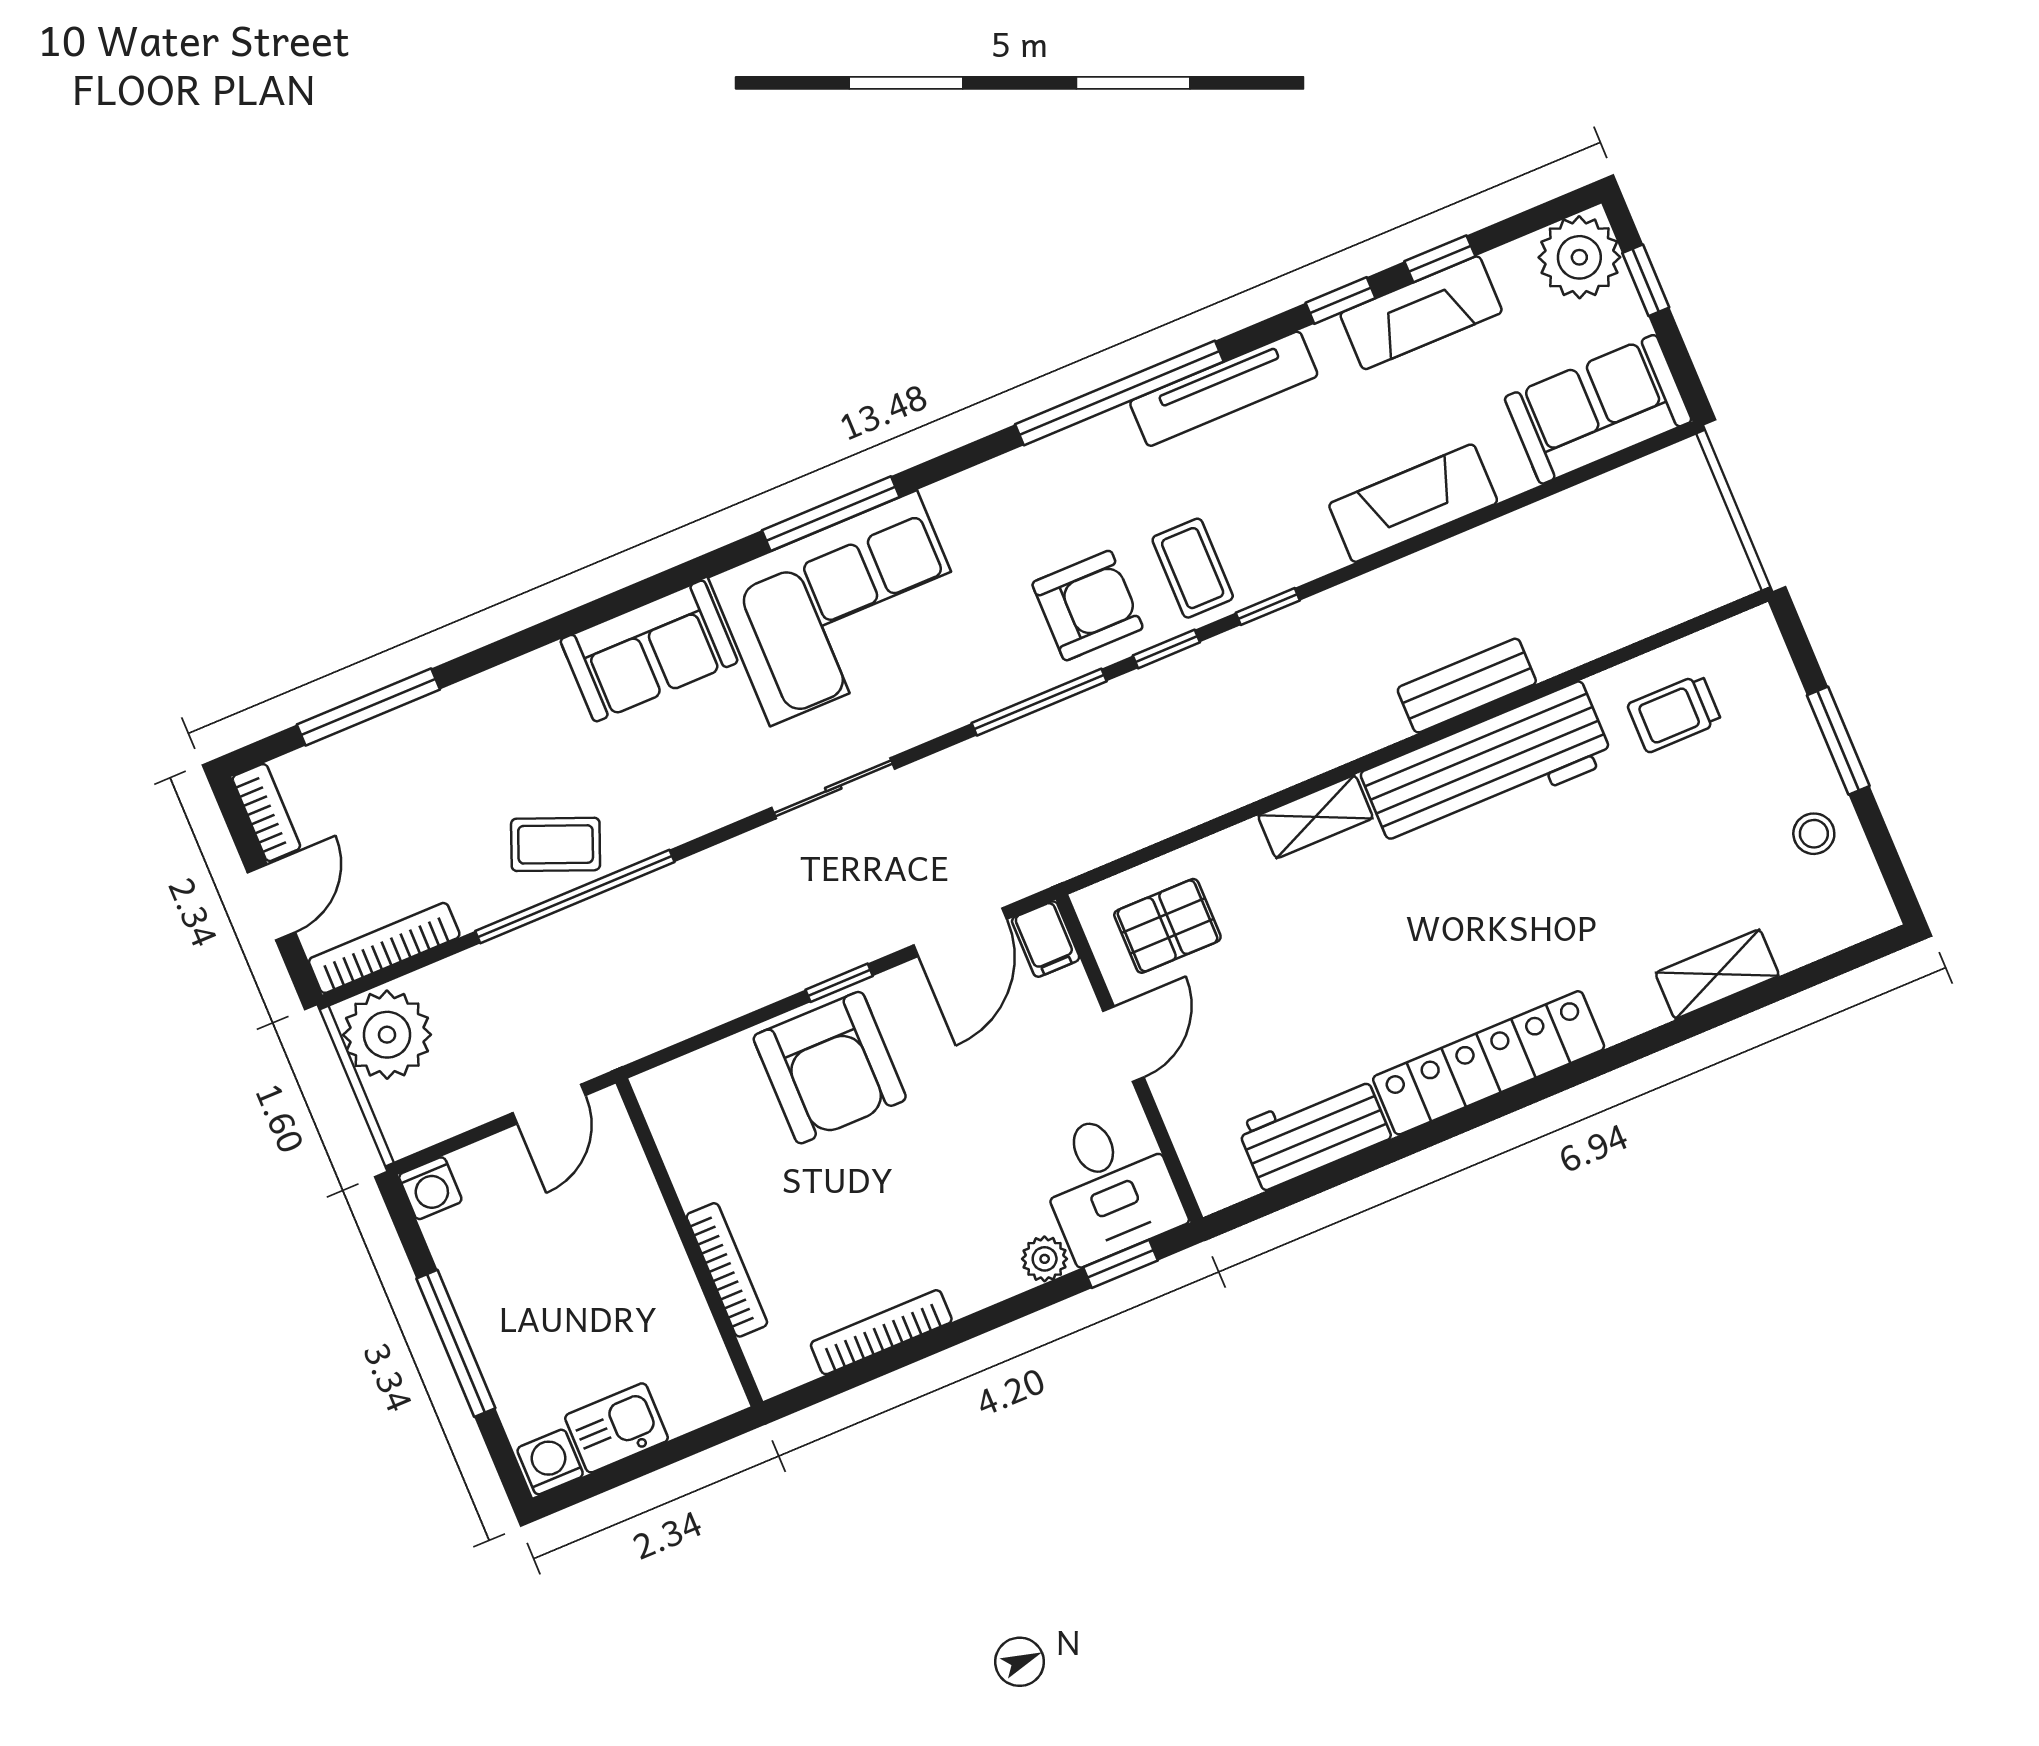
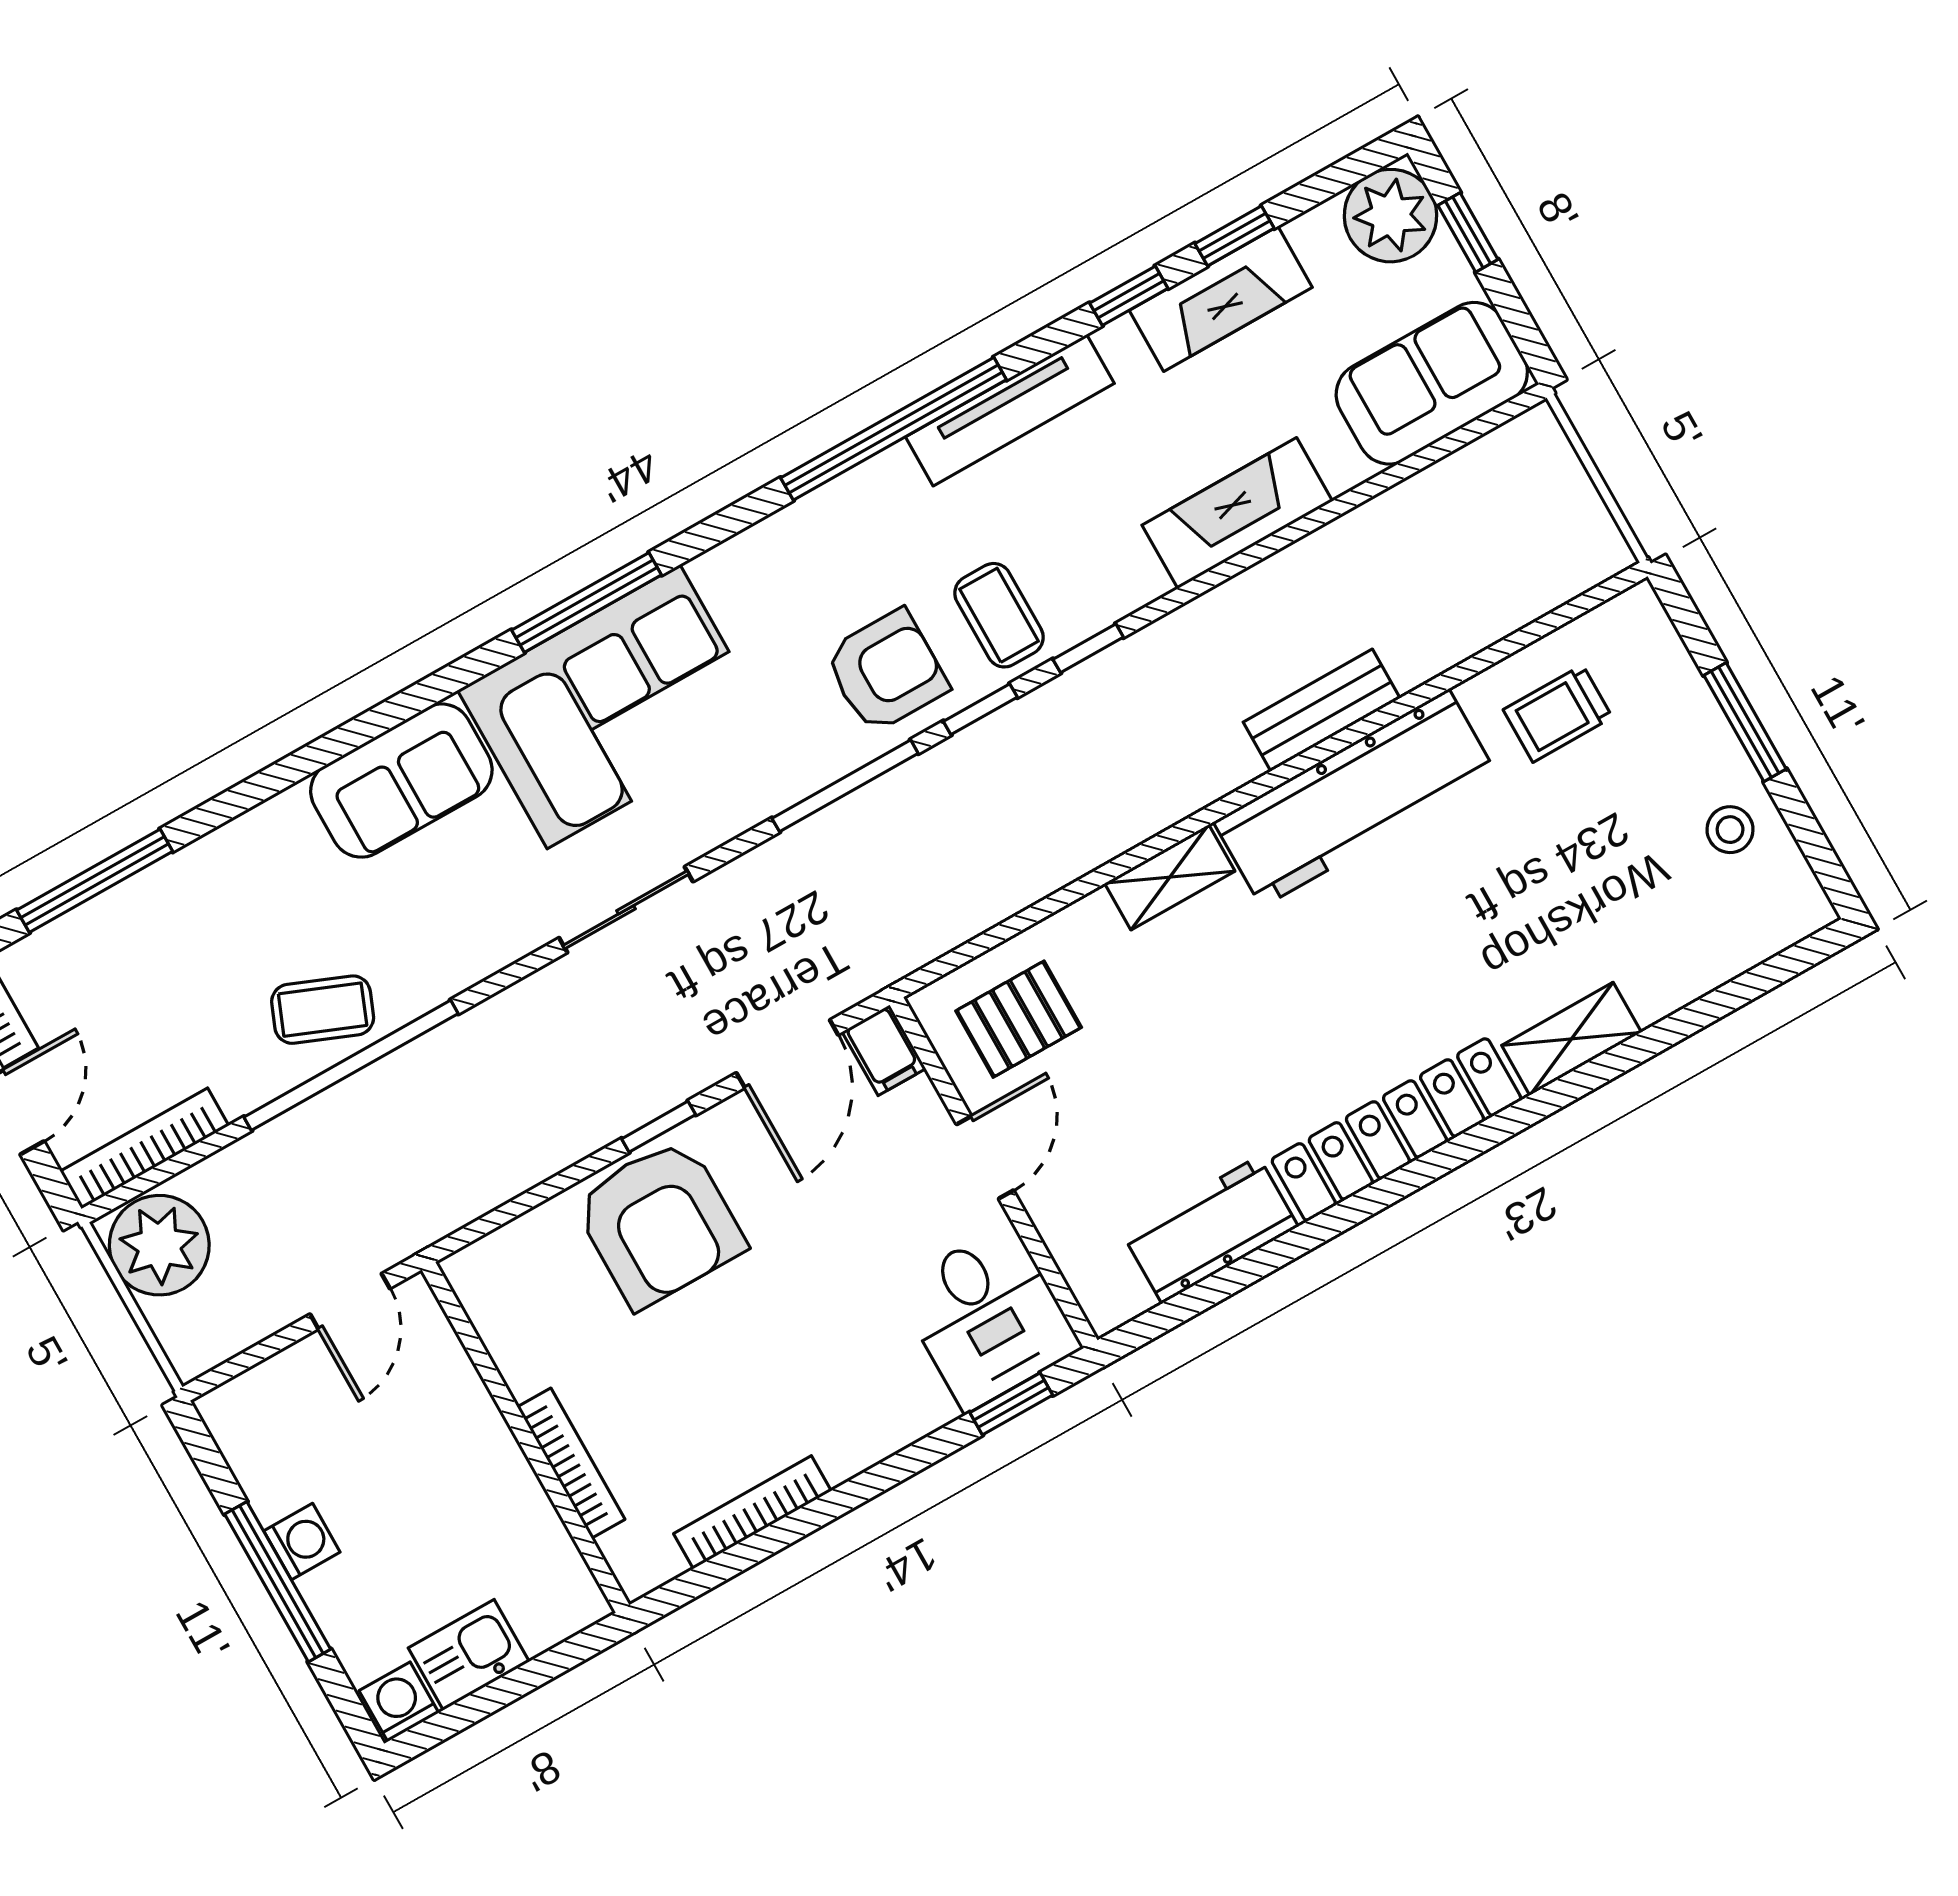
shelving: (1717, 974) -> (1572, 1039), moved
washing machine: (430, 1188) -> (302, 1541), moved, turned -90
plant: (1045, 1259) -> (925, 1408), removed

